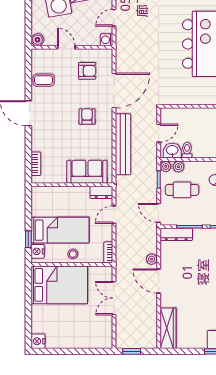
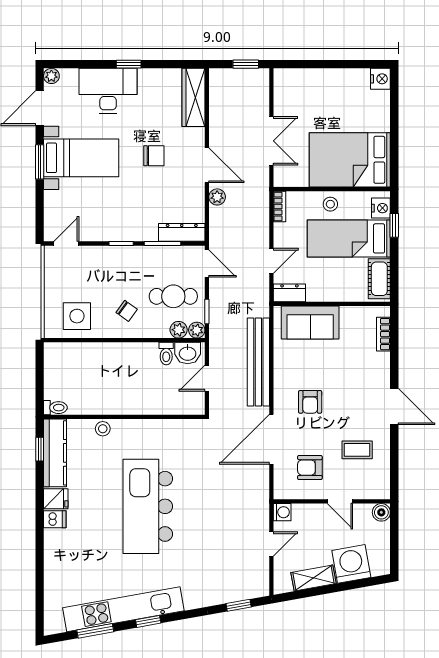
coffee table: (44, 80) -> (357, 450), moved
cot: (39, 202) -> (379, 279), added
chair: (196, 288) -> (154, 156), added

